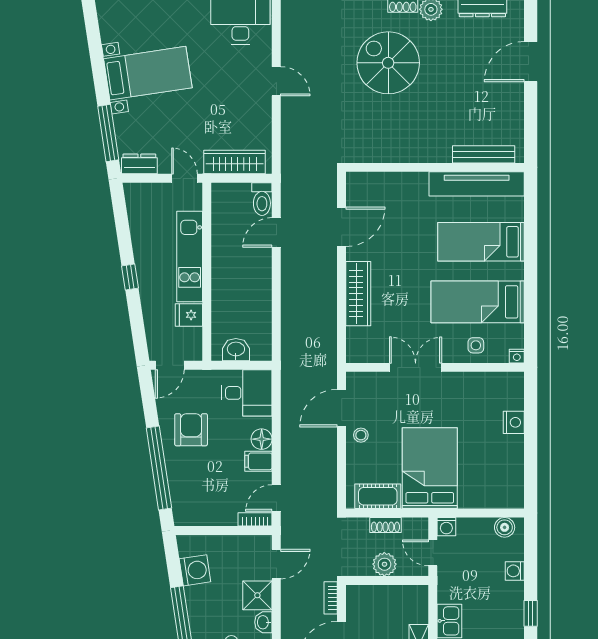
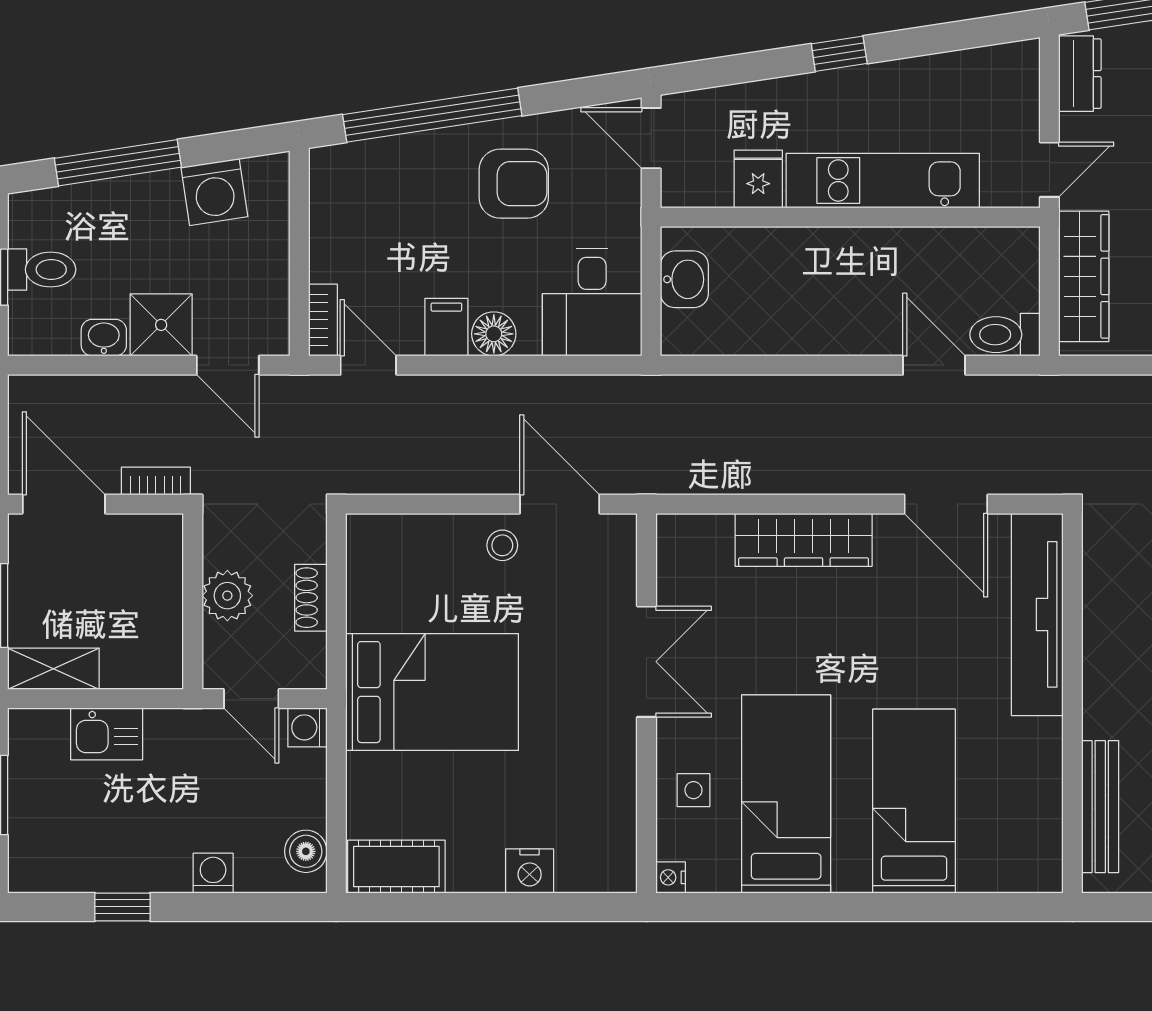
tv unit: (477, 184) -> (1037, 614), moved
cot: (378, 496) -> (396, 867), moved, turned 90
door: (433, 553) -> (251, 699), swing flipped

